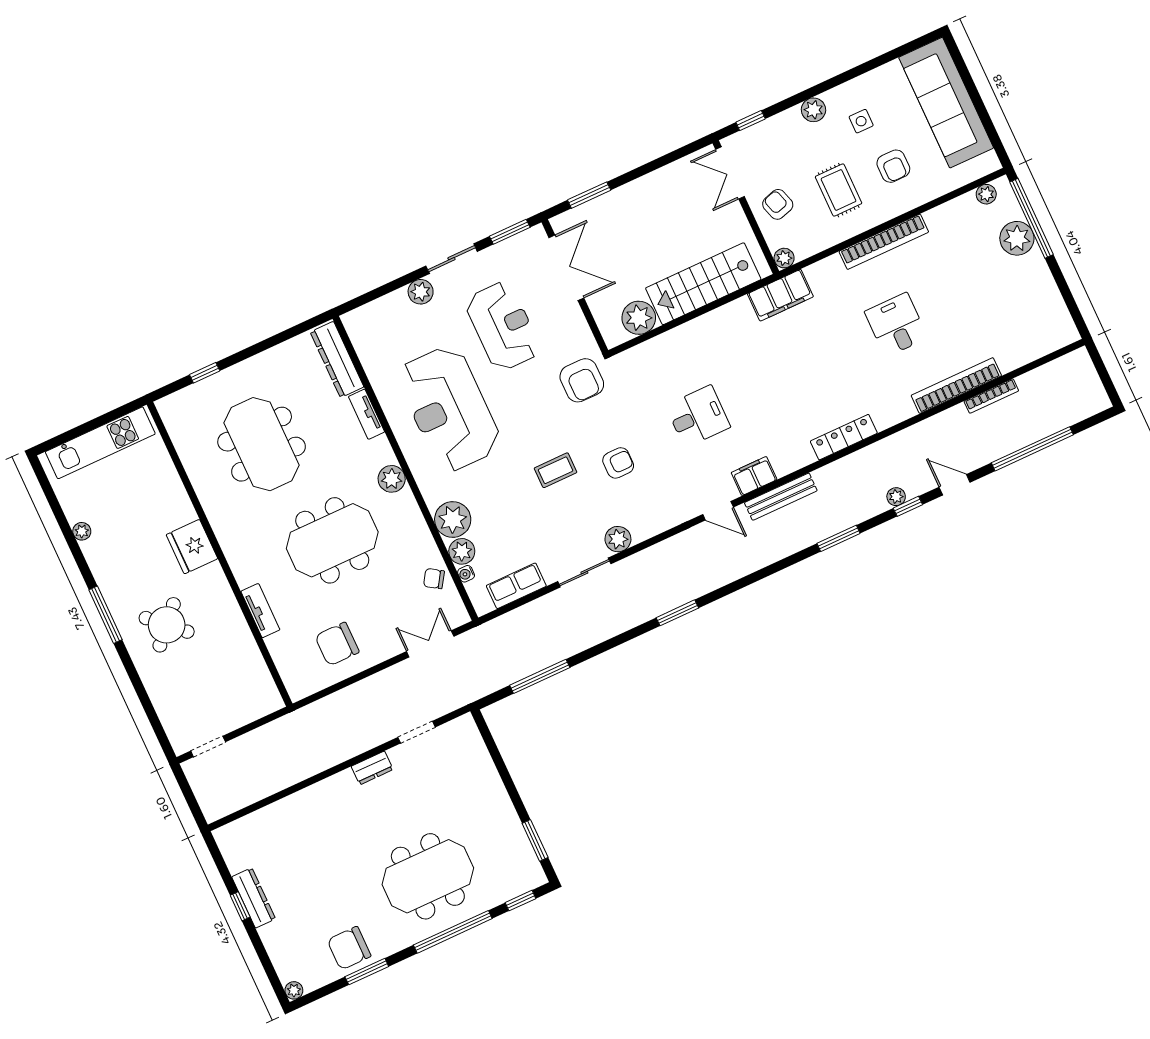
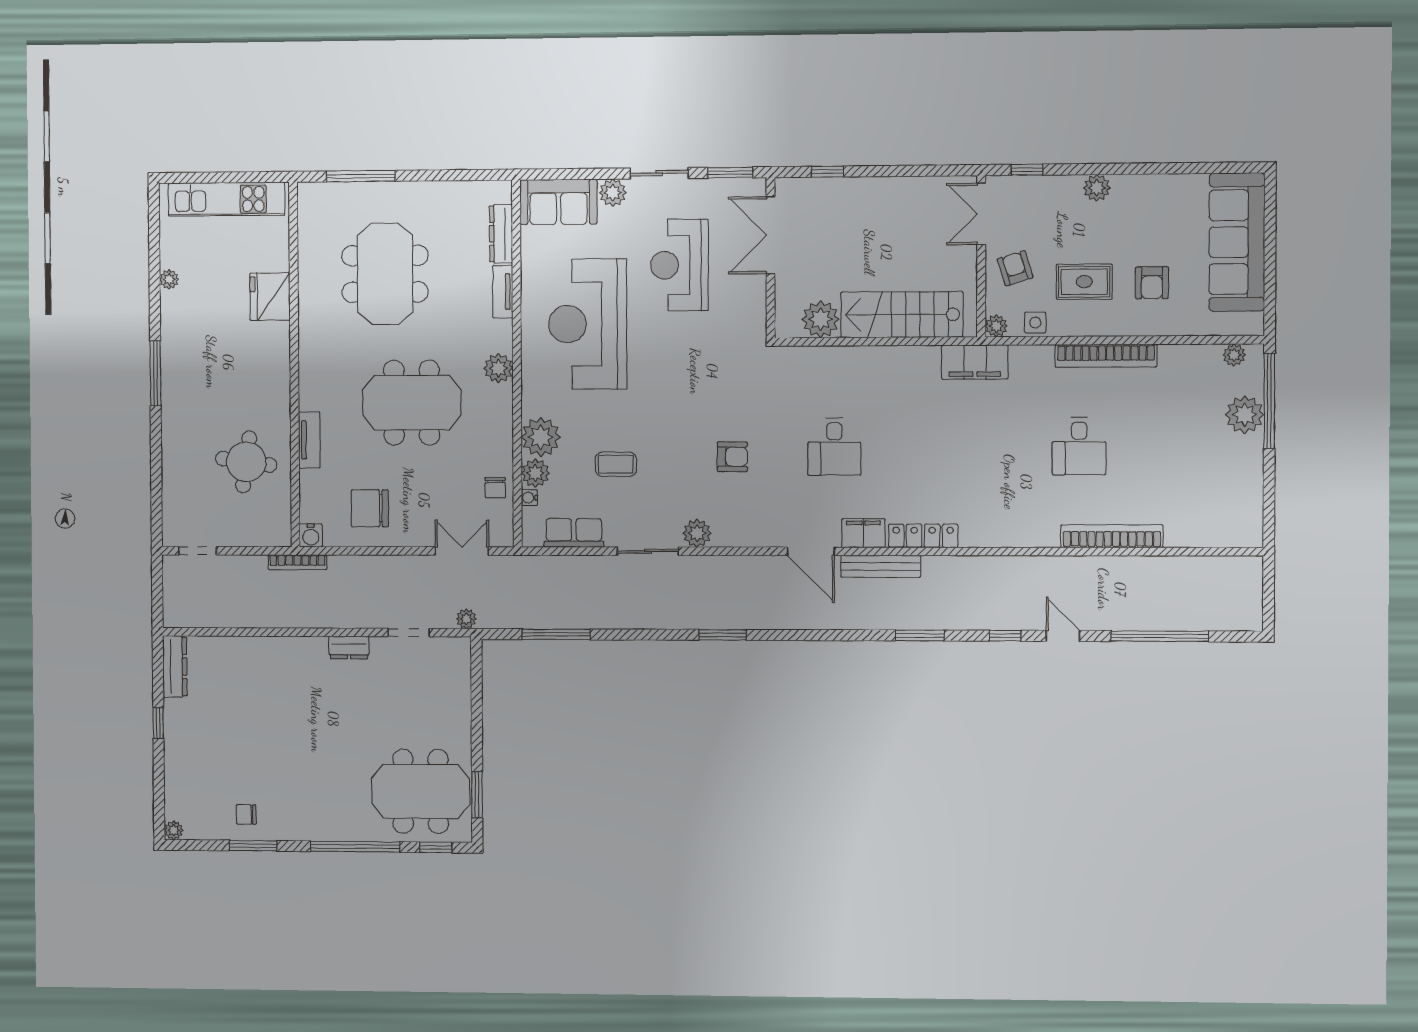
side table: (861, 121) -> (1035, 323), moved
rug: (839, 190) -> (1084, 282), turned 90
window: (589, 195) -> (827, 172), width x0.67
double door: (566, 268) -> (771, 235), swing flipped
sofa: (379, 320) -> (559, 202), added
desk: (896, 325) -> (1079, 446), turned 180
reception desk: (503, 326) -> (679, 265), turned 180
dresser: (337, 359) -> (501, 234), width x0.73, depth x0.80
window: (205, 373) -> (361, 176), width x2.17
armchair: (582, 380) -> (734, 356), removed
bookcase: (991, 396) -> (297, 562), moved
desk: (698, 416) -> (834, 447), turned 90
locker: (844, 437) -> (923, 536), moved
coffee table: (556, 470) -> (616, 464), moved
plant: (896, 497) -> (466, 619), moved
door: (718, 511) -> (811, 551), width x1.38
fridge: (192, 547) -> (270, 297), moved
chair: (434, 579) -> (495, 488), turned -123
round table: (167, 625) -> (246, 462), moved, turned -35
water cooler: (298, 689) -> (311, 535), added
meeting table: (428, 876) -> (421, 791), moved
dresser: (254, 898) -> (175, 666), moved
chair: (349, 948) -> (246, 814), width x0.54, depth x0.54

